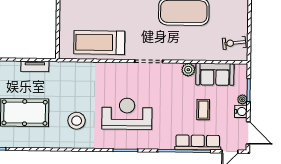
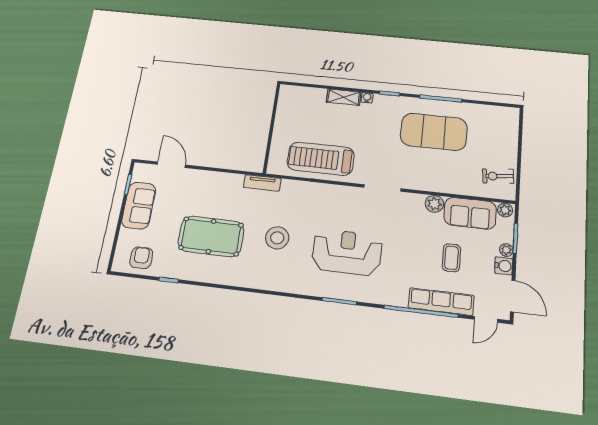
tv unit: (35, 66) -> (262, 183), moved
plant: (240, 69) -> (505, 210), added
stool: (77, 121) -> (277, 238), moved

